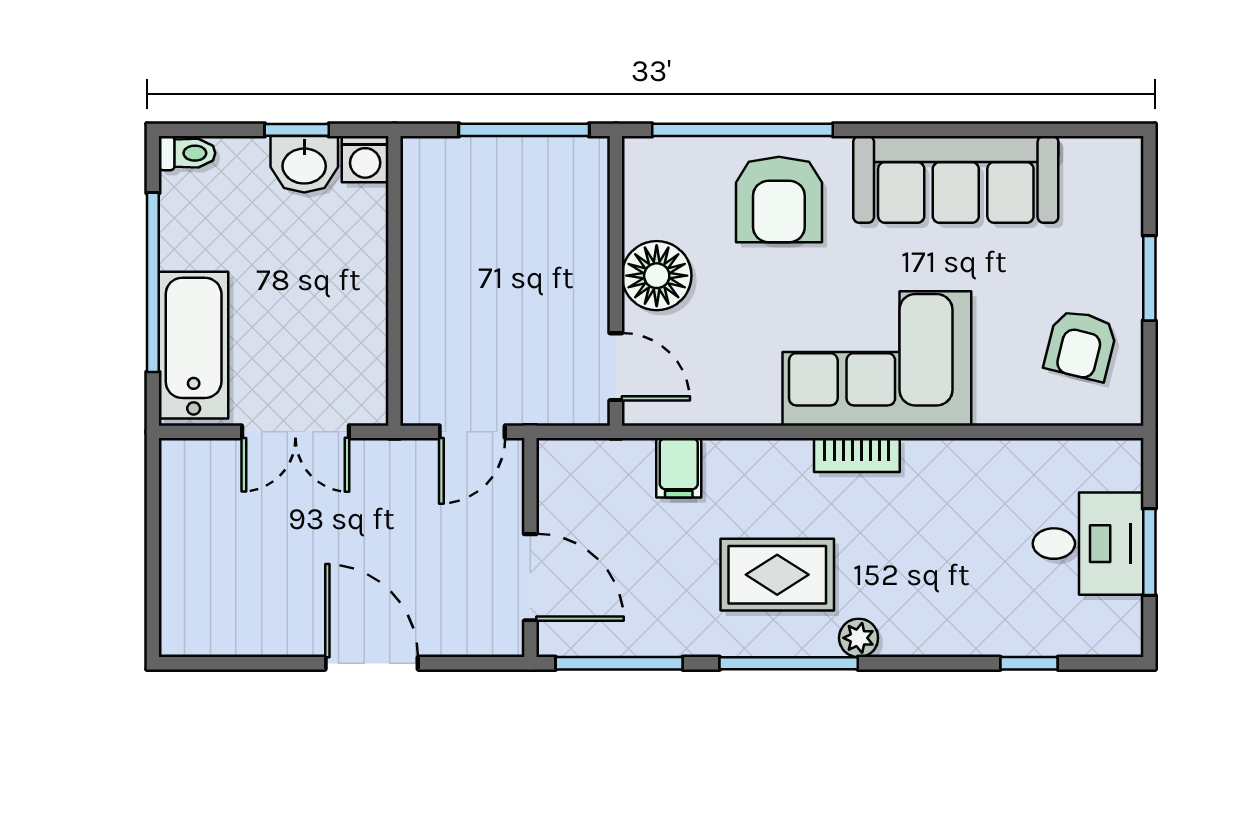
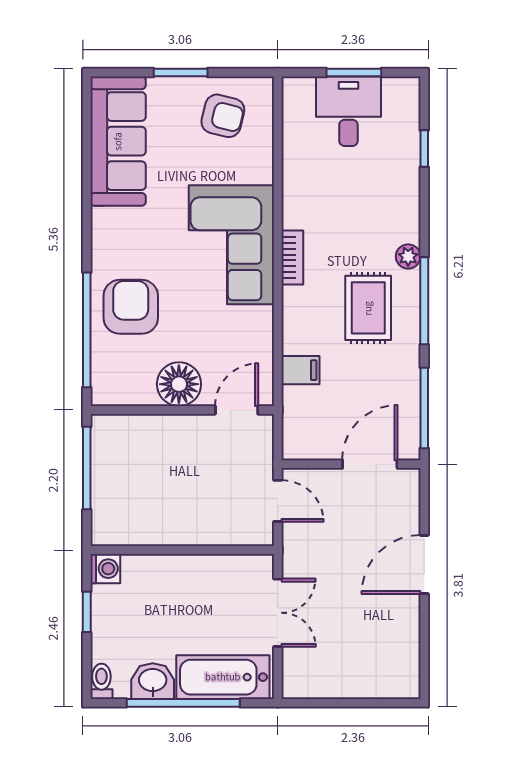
washbasin: (304, 164) -> (153, 681), moved, turned -90
sofa: (956, 179) -> (118, 141), moved
armchair: (779, 199) -> (131, 307), turned -90

